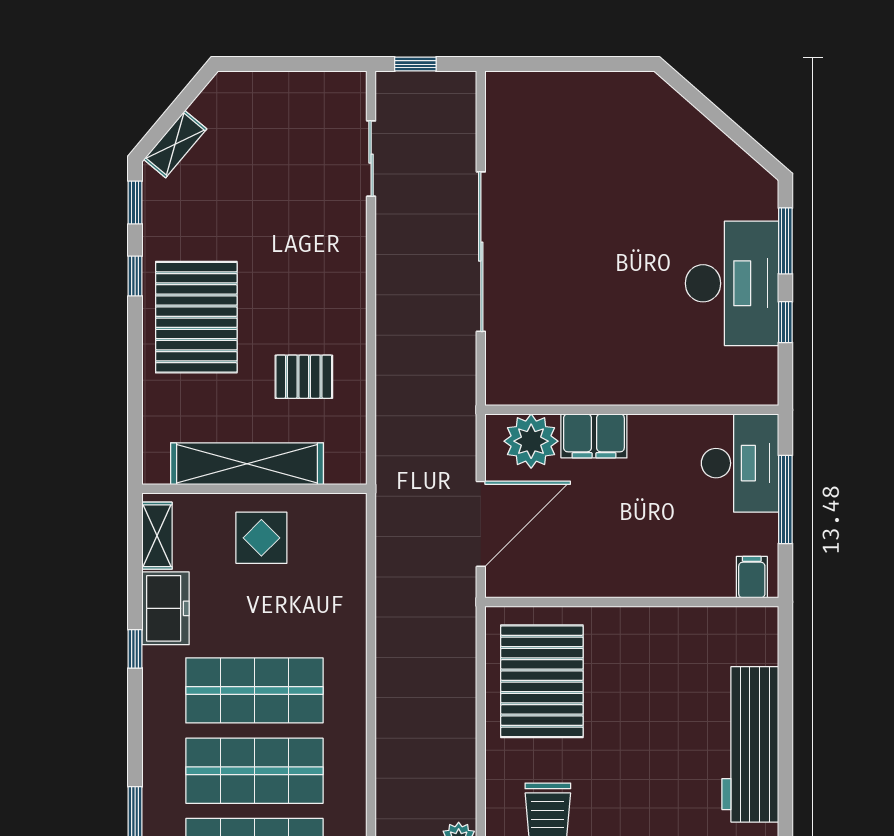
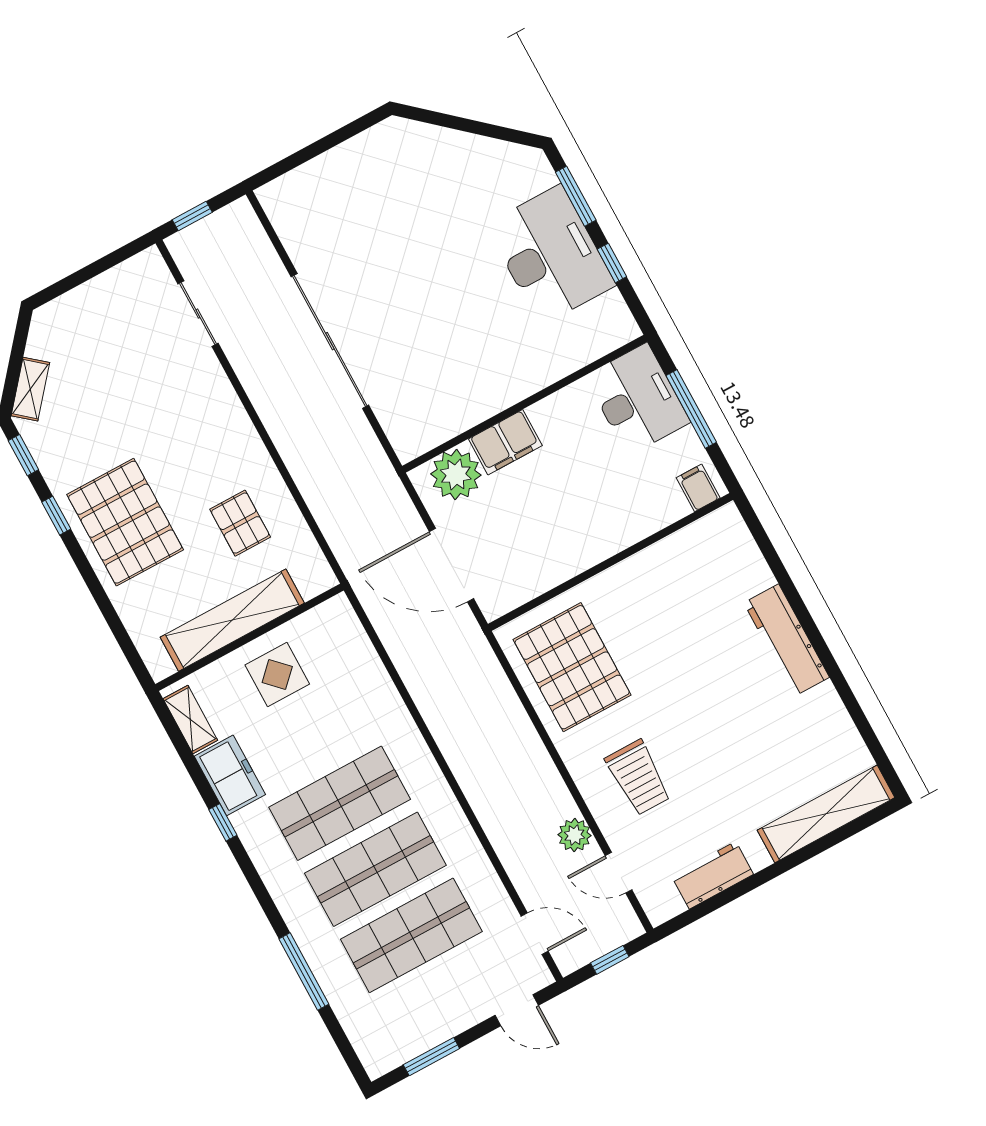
pallet: (304, 377) -> (240, 523), turned 90
door: (481, 524) -> (451, 565), swing flipped
workbench: (750, 744) -> (787, 640), width x0.73, depth x0.76

